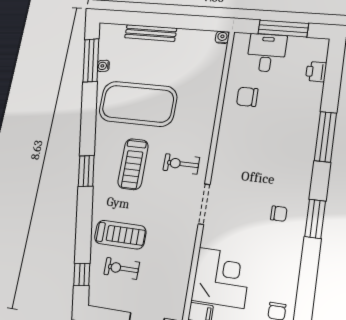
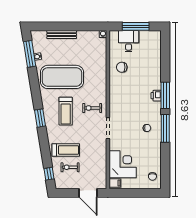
printer: (316, 72) -> (156, 96), moved
window: (325, 137) -> (165, 95), moved
window: (315, 219) -> (165, 128), width x1.44

